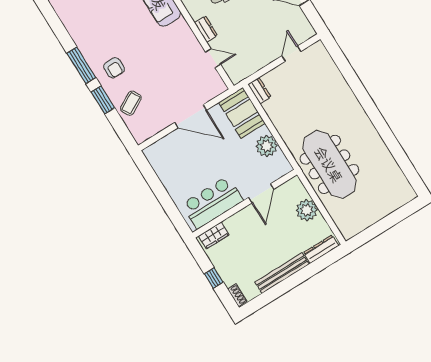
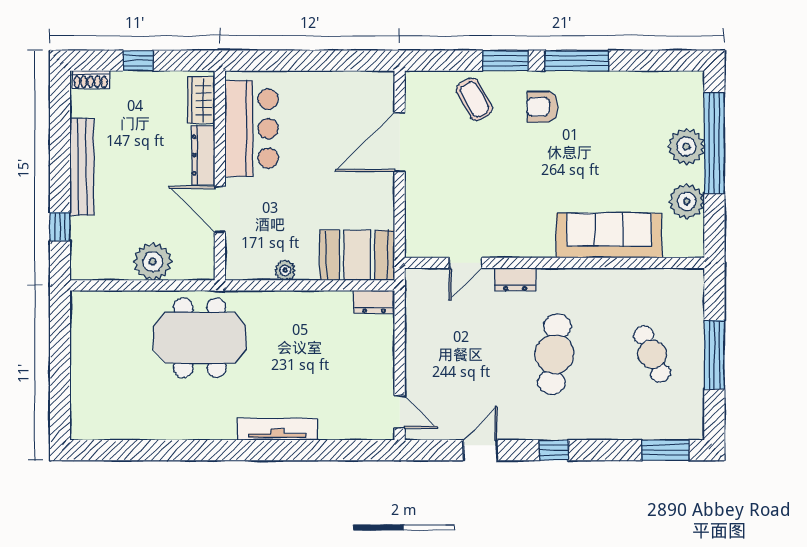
door: (291, 54) -> (400, 412), moved
tv unit: (351, 99) -> (277, 429), added
door: (191, 116) -> (400, 142), moved
plant: (267, 146) -> (285, 270), width x0.53, depth x0.53
meeting table: (329, 164) -> (200, 338), width x0.73
dresser: (321, 249) -> (203, 155), moved, turned 180
window: (318, 266) -> (60, 227), added

